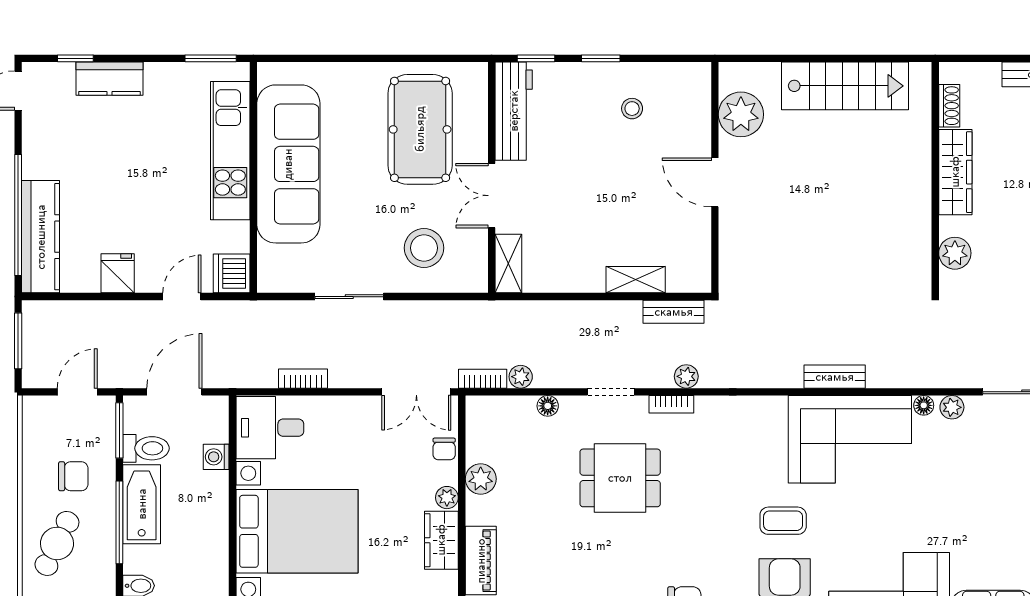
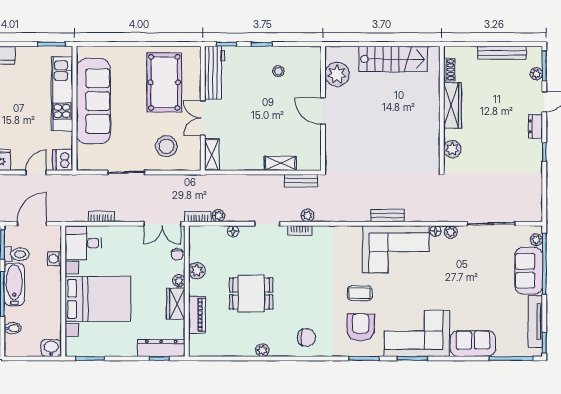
dining table: (620, 478) -> (251, 293), moved

